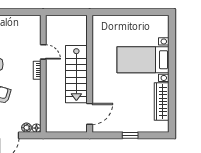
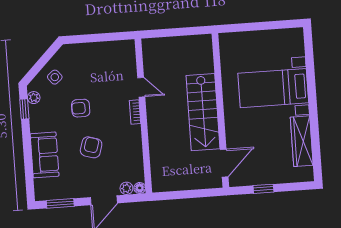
stairs: (76, 74) -> (203, 112), moved
wall: (90, 74) -> (220, 110), moved
door: (90, 114) -> (224, 163), moved

